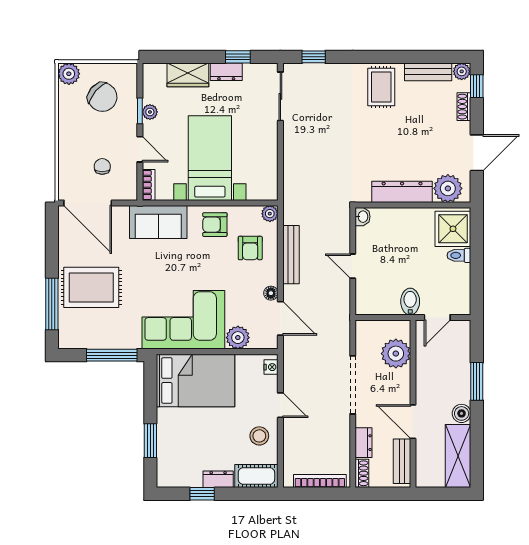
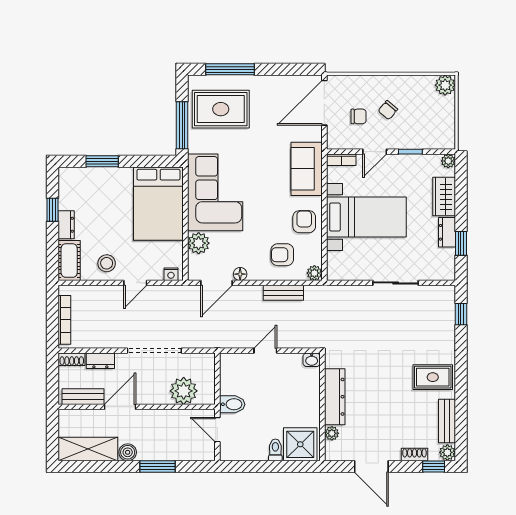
sliding door: (280, 96) -> (396, 283), moved
chair: (102, 97) -> (388, 110), moved, width x0.54, depth x0.54
plant: (150, 112) -> (448, 161), moved
plant: (448, 188) -> (332, 433), width x0.53, depth x0.53
bench: (291, 255) -> (283, 293), width x0.73
rug: (91, 287) -> (221, 109), moved, turned 90

